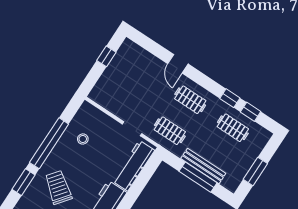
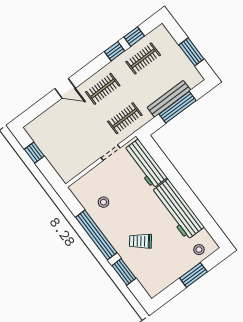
trolley: (58, 187) -> (140, 241), width x0.73, depth x0.72

